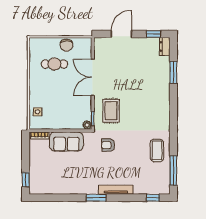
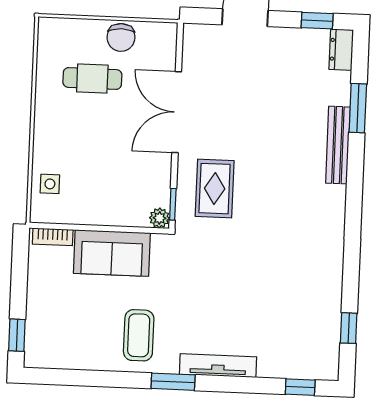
bench: (165, 89) -> (338, 145), added
armchair: (108, 145) -> (205, 265), removed
coffee table: (157, 150) -> (139, 335), moved
window: (173, 170) -> (349, 328), width x0.46

